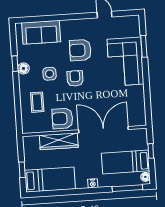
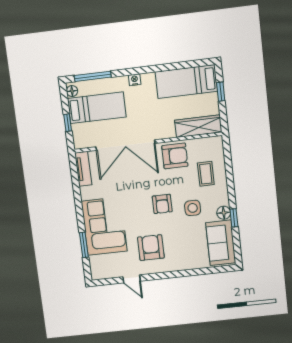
sofa: (41, 32) -> (221, 243), moved, turned -90
armchair: (80, 50) -> (151, 248), moved, turned -90
tv unit: (140, 112) -> (83, 169), added
wardrobe: (59, 141) -> (198, 126), moved

